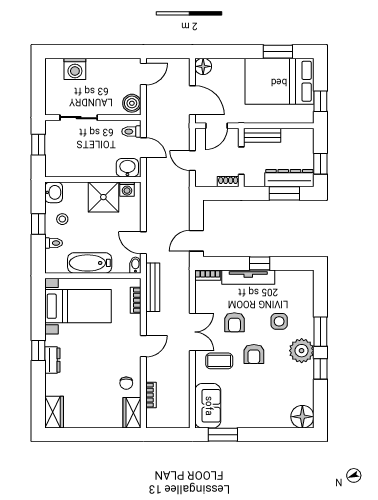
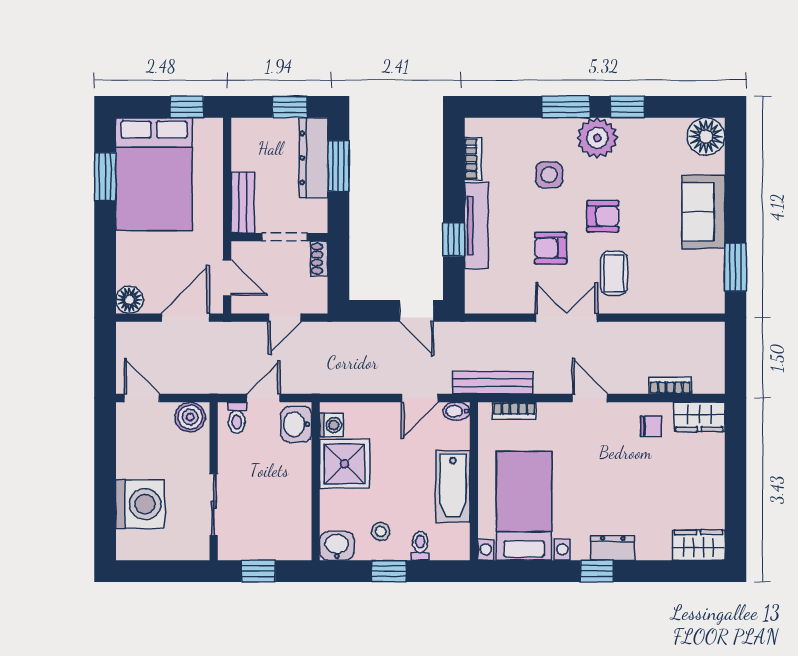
washing machine: (75, 69) -> (140, 504), width x1.37, depth x1.37
window: (260, 263) -> (454, 239), moved
bookcase: (208, 275) -> (473, 159), moved
armchair: (234, 322) -> (551, 248), turned 180
sofa: (208, 406) -> (703, 212), moved, turned -90

